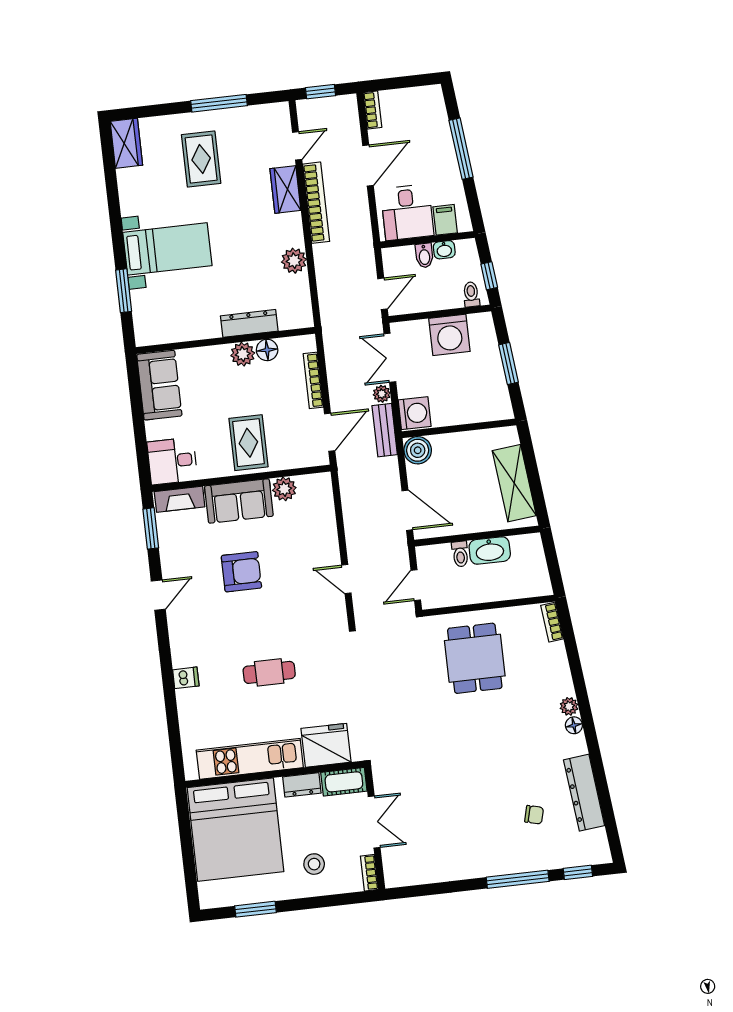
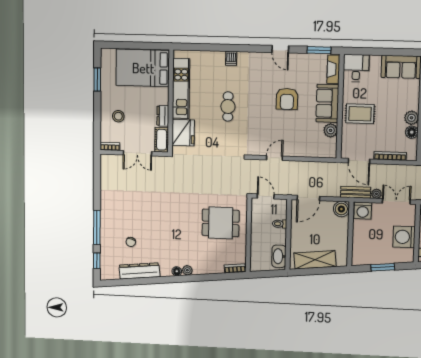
washbasin: (490, 550) -> (279, 256), moved
bed: (235, 830) -> (143, 68), width x0.73

